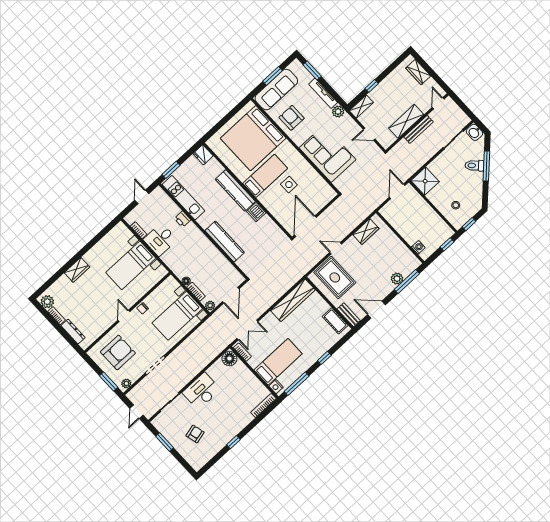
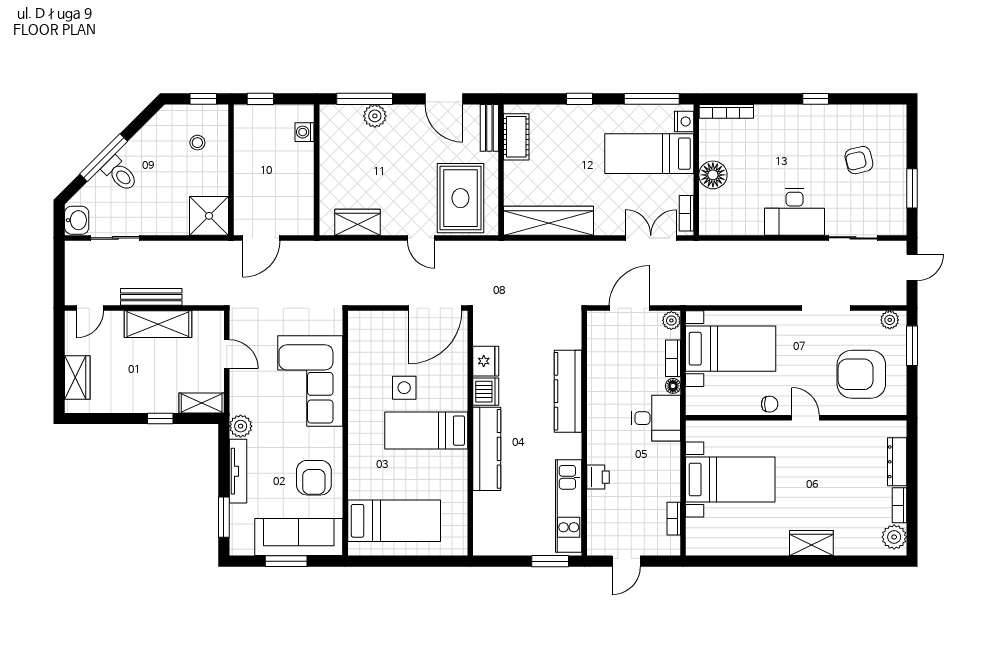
bed: (253, 138) -> (394, 521), width x0.49
fridge: (203, 155) -> (486, 361), moved
desk: (160, 240) -> (656, 418), moved
door: (124, 316) -> (806, 418), swing flipped
floor lamp: (229, 358) -> (713, 175), moved

